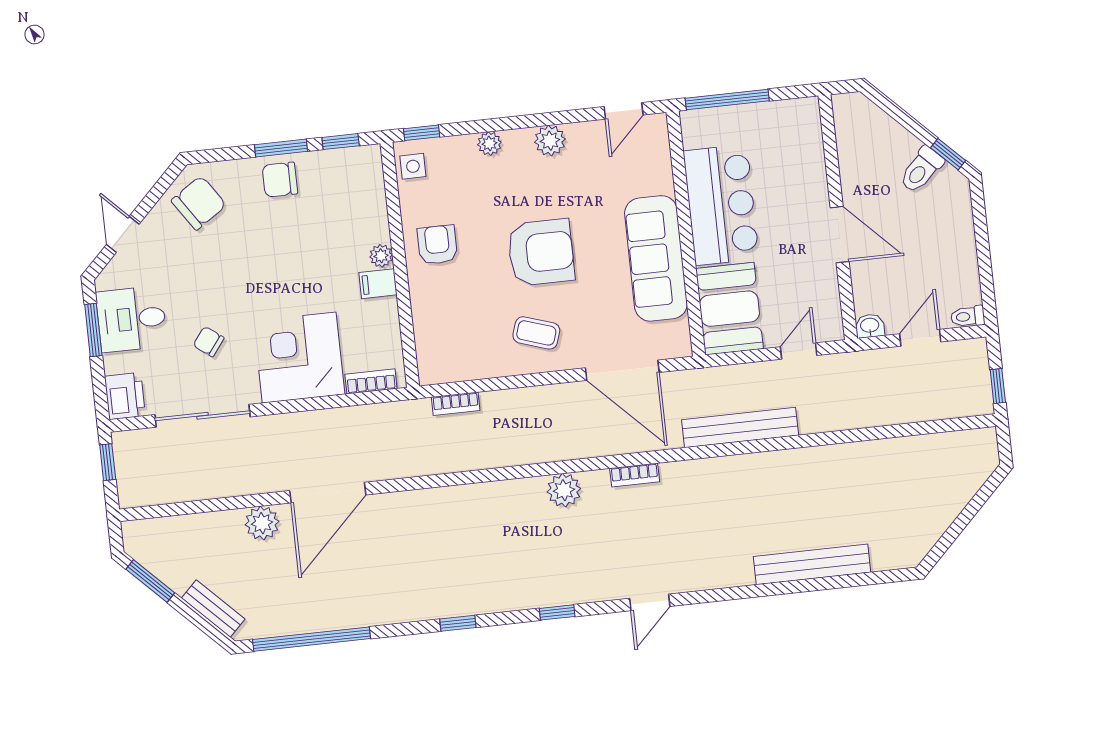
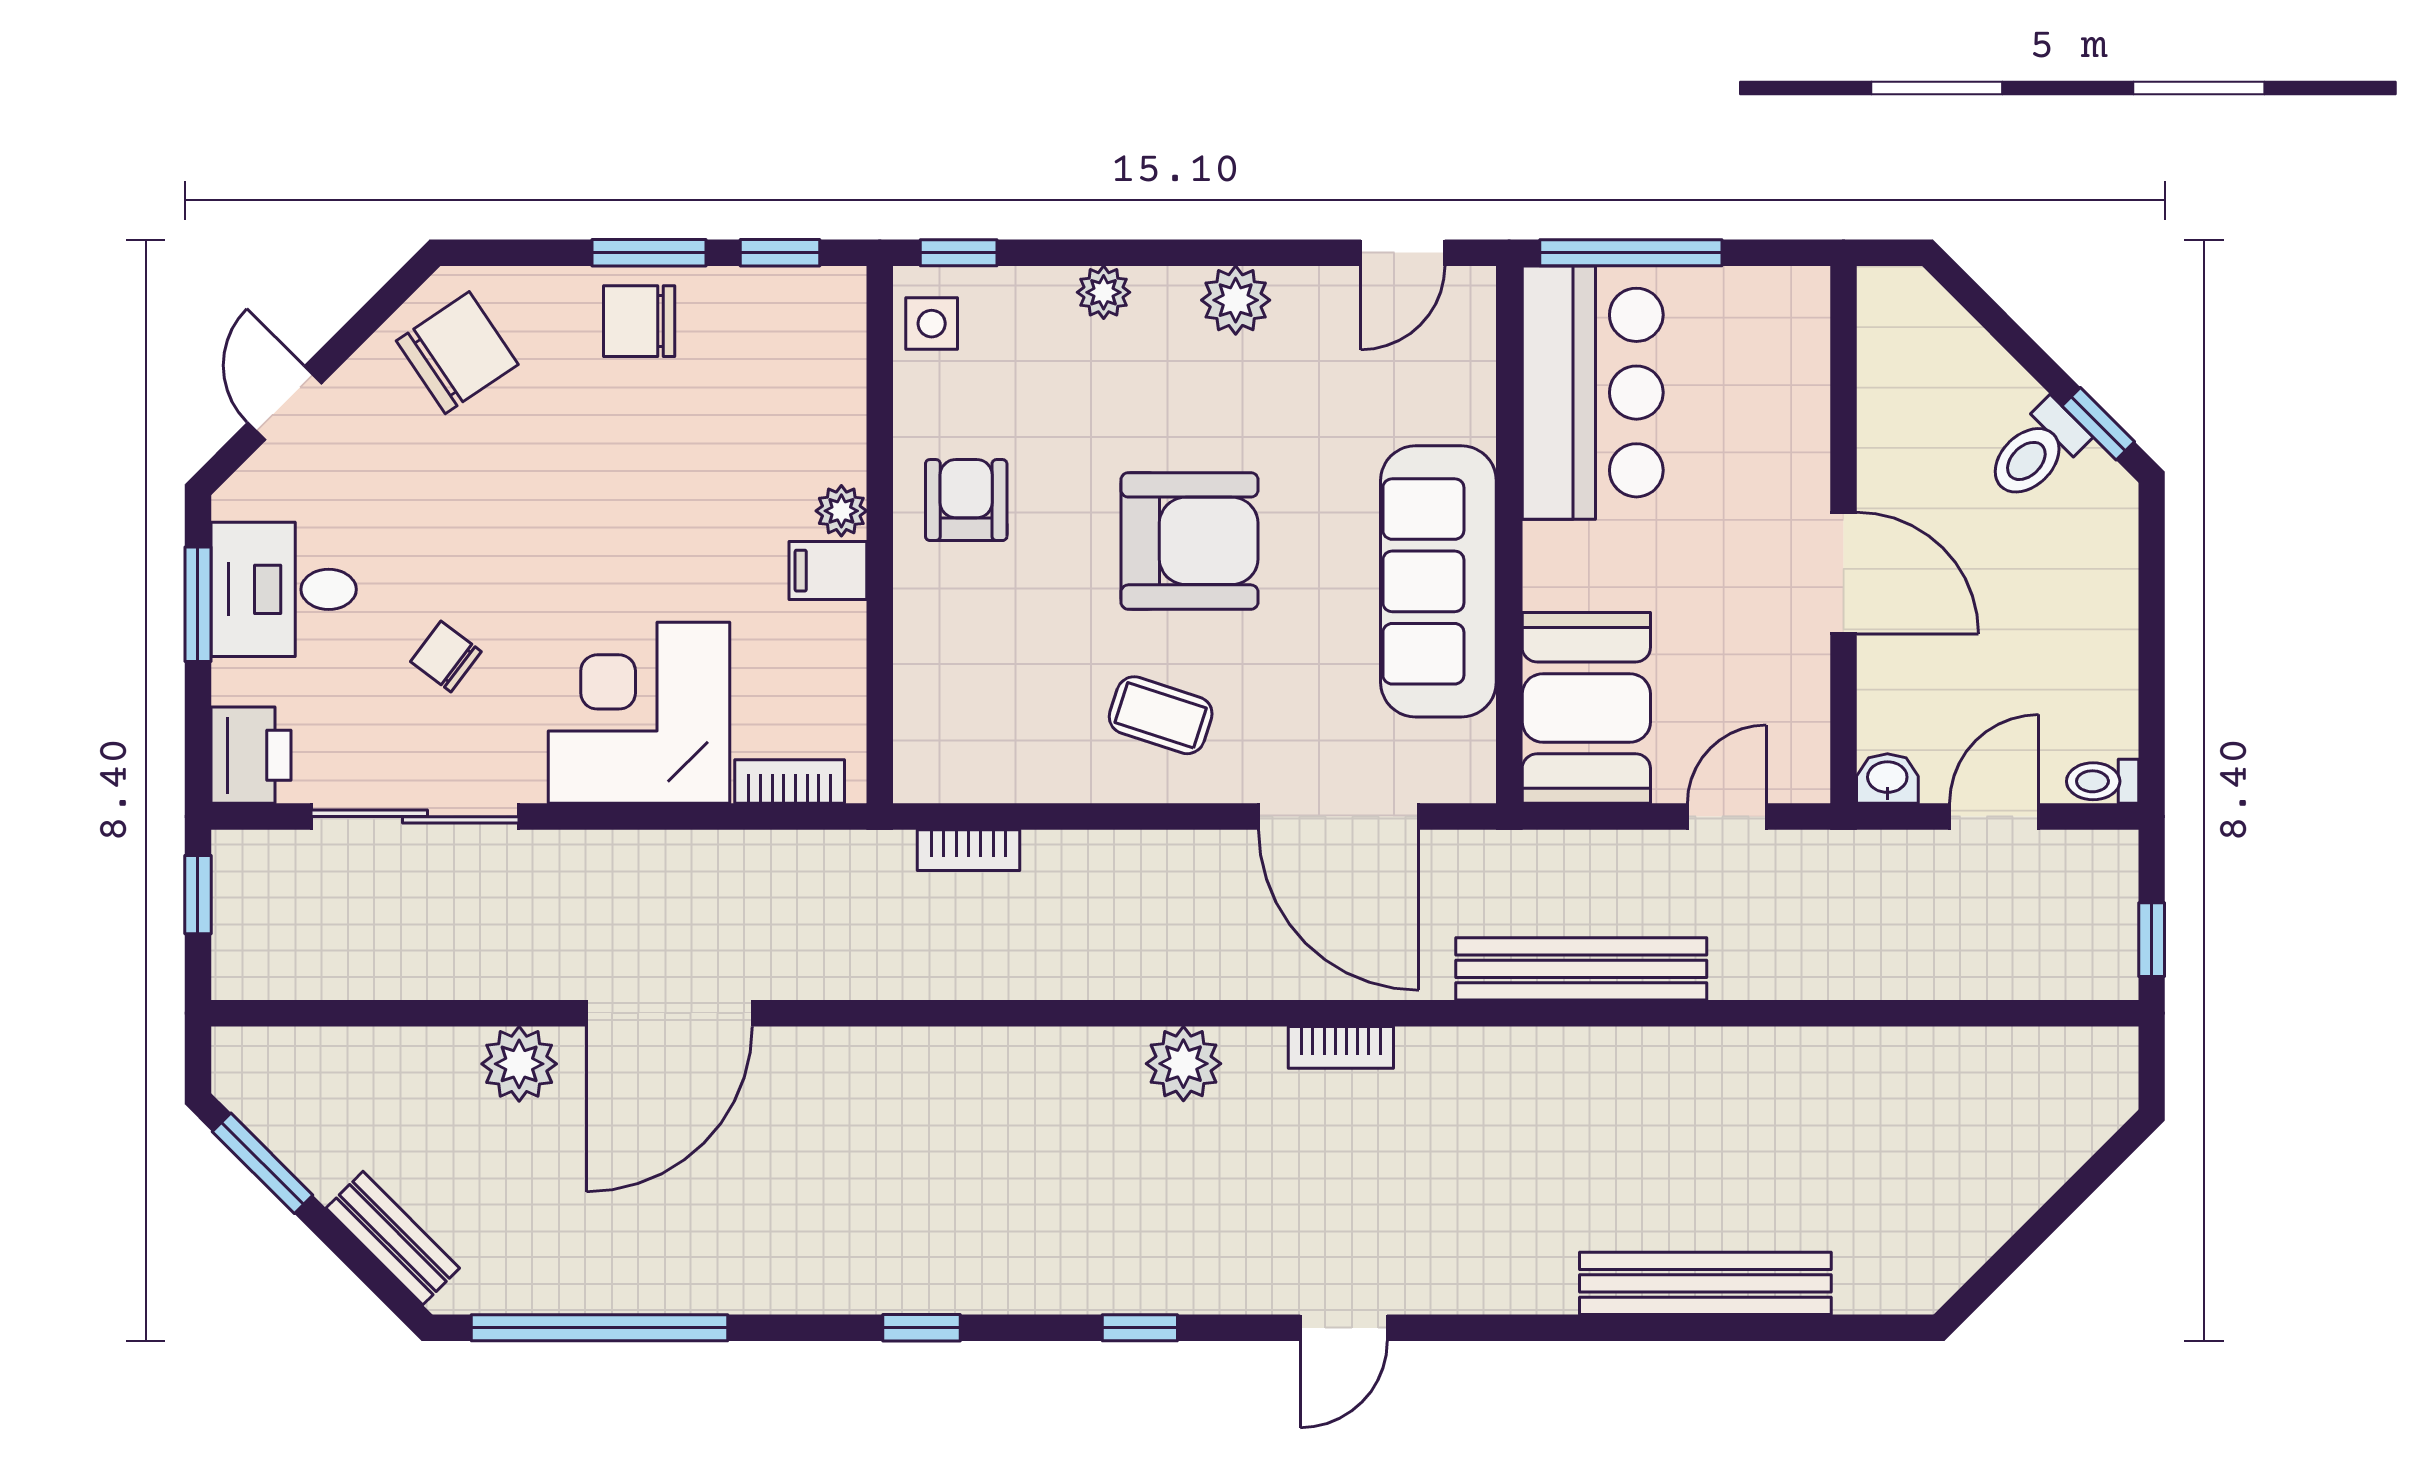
bar counter: (721, 205) -> (1593, 393), moved

